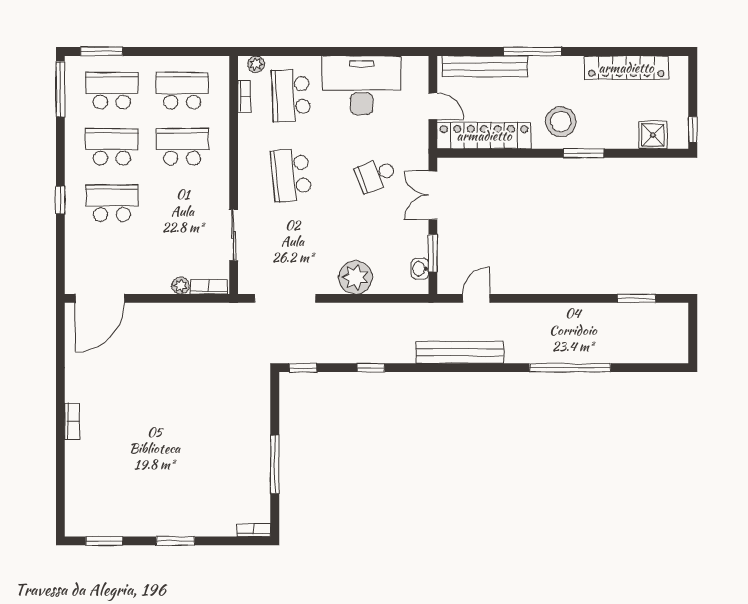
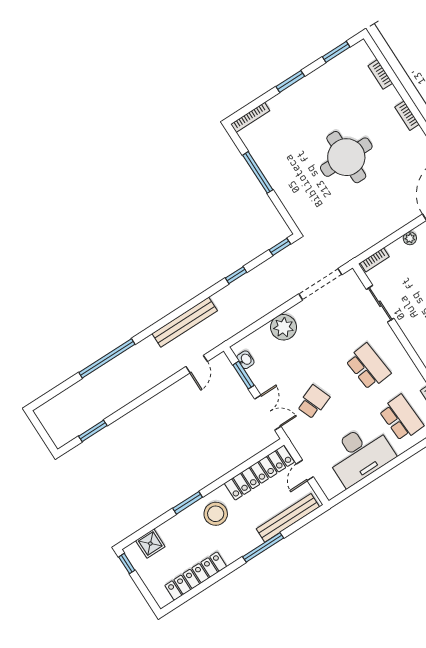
door: (433, 106) -> (305, 470), hinge flipped
plant: (180, 286) -> (410, 238), moved
round table: (167, 419) -> (346, 157), added
bookcase: (72, 485) -> (380, 74), added
bookcase: (254, 530) -> (250, 117), width x1.56

